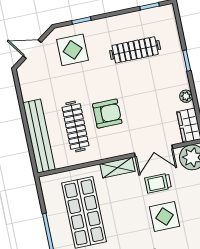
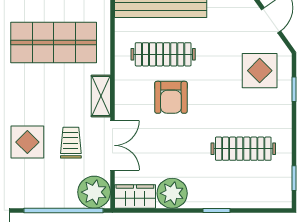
clothes rail: (135, 50) -> (243, 149), turned 90
plant: (186, 96) -> (172, 193), width x1.87, depth x1.87
double door: (153, 151) -> (112, 145), swing flipped

